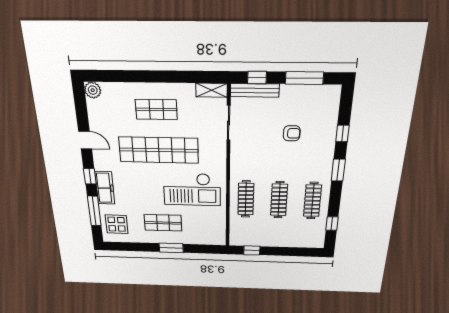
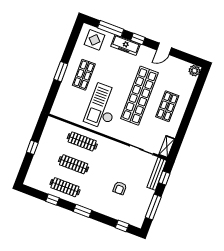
window: (342, 134) -> (122, 226), moved
window: (332, 224) -> (52, 200), moved
window: (252, 250) -> (32, 147), moved

